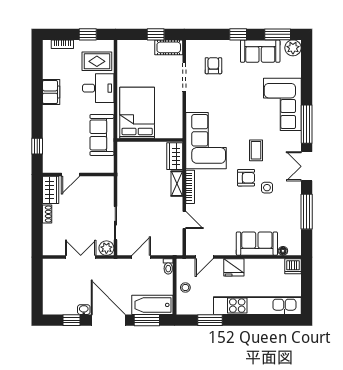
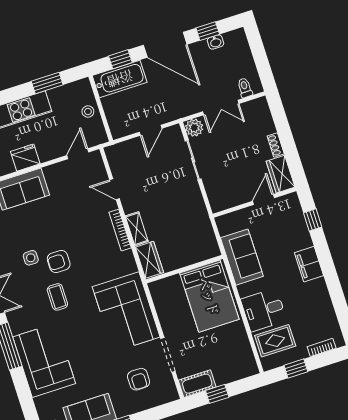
filing cabinet: (51, 92) -> (309, 264), moved
corner sofa: (206, 141) -> (126, 312), moved
toilet: (168, 266) -> (245, 88), moved
fridge: (234, 267) -> (25, 158), moved
washbasin: (84, 310) -> (216, 42), moved
window: (147, 320) -> (120, 59), width x0.67

